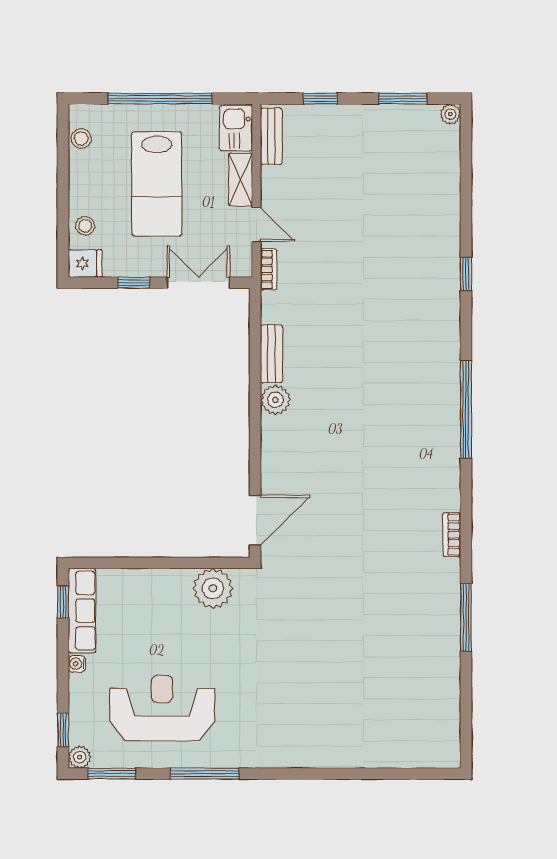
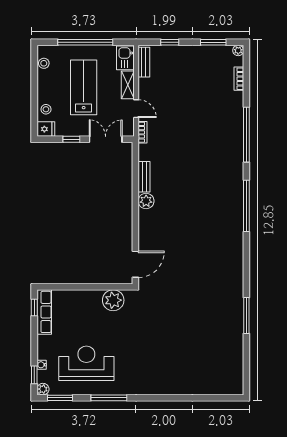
lab bench: (157, 184) -> (84, 87), turned 180
window: (466, 274) -> (246, 135), width x3.17
bookcase: (452, 535) -> (239, 79), moved
water cooler: (77, 664) -> (42, 365), moved

